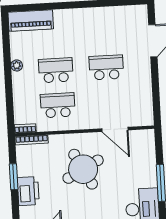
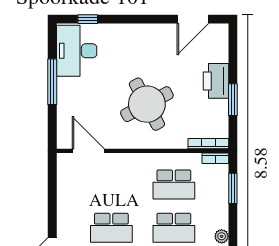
window: (10, 105) -> (233, 188), added
door: (115, 129) -> (88, 151), moved

